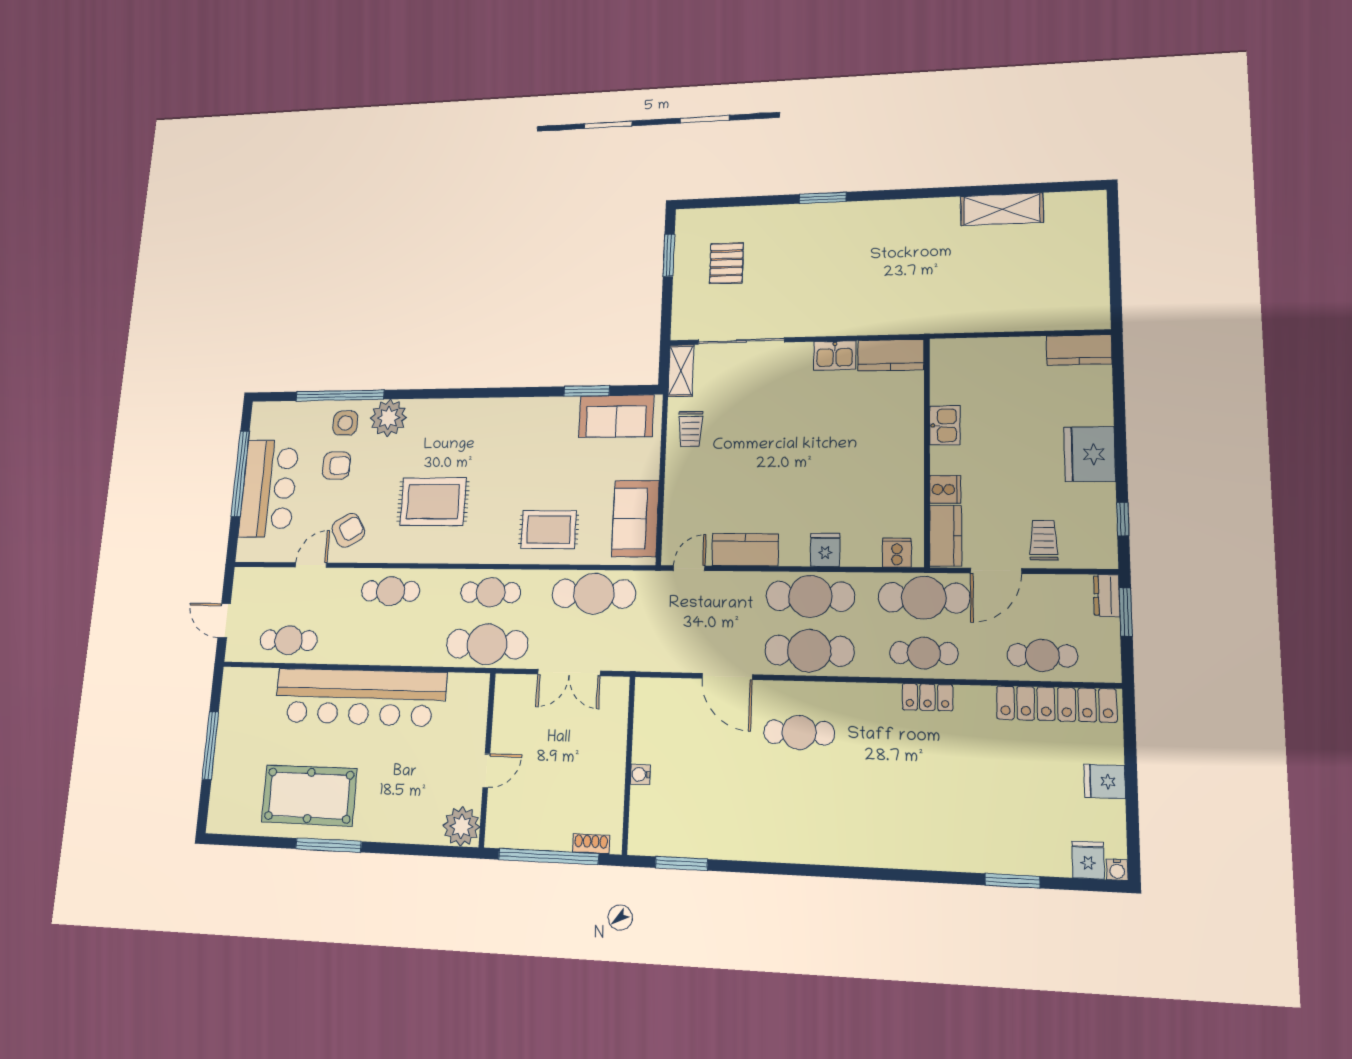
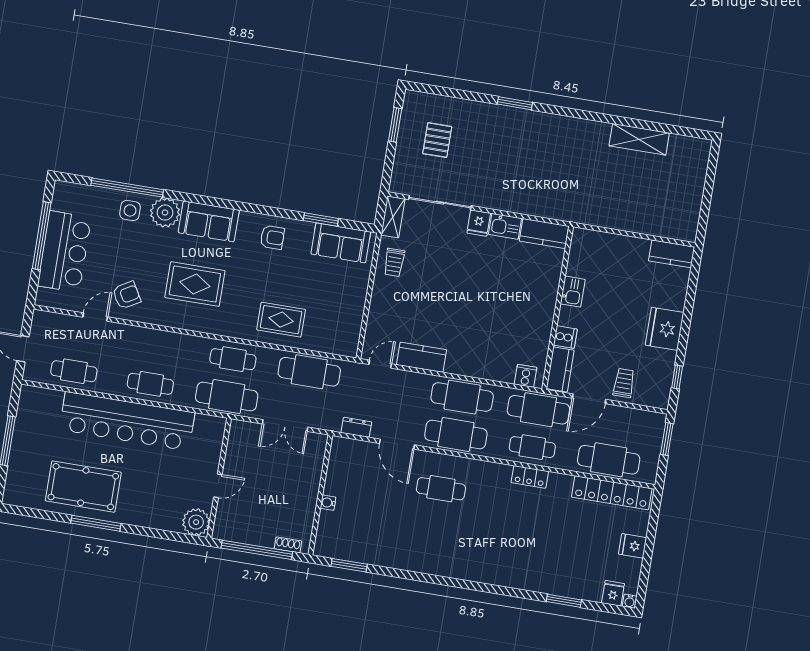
armchair: (336, 466) -> (272, 237), moved
sofa: (635, 518) -> (209, 221), moved, turned -90
fridge: (825, 550) -> (479, 223), moved, turned 180
cafe table: (391, 591) -> (150, 384), moved
dresser: (1107, 596) -> (356, 427), moved, turned 90
cafe table: (1042, 655) -> (609, 460), width x1.37, depth x1.35

